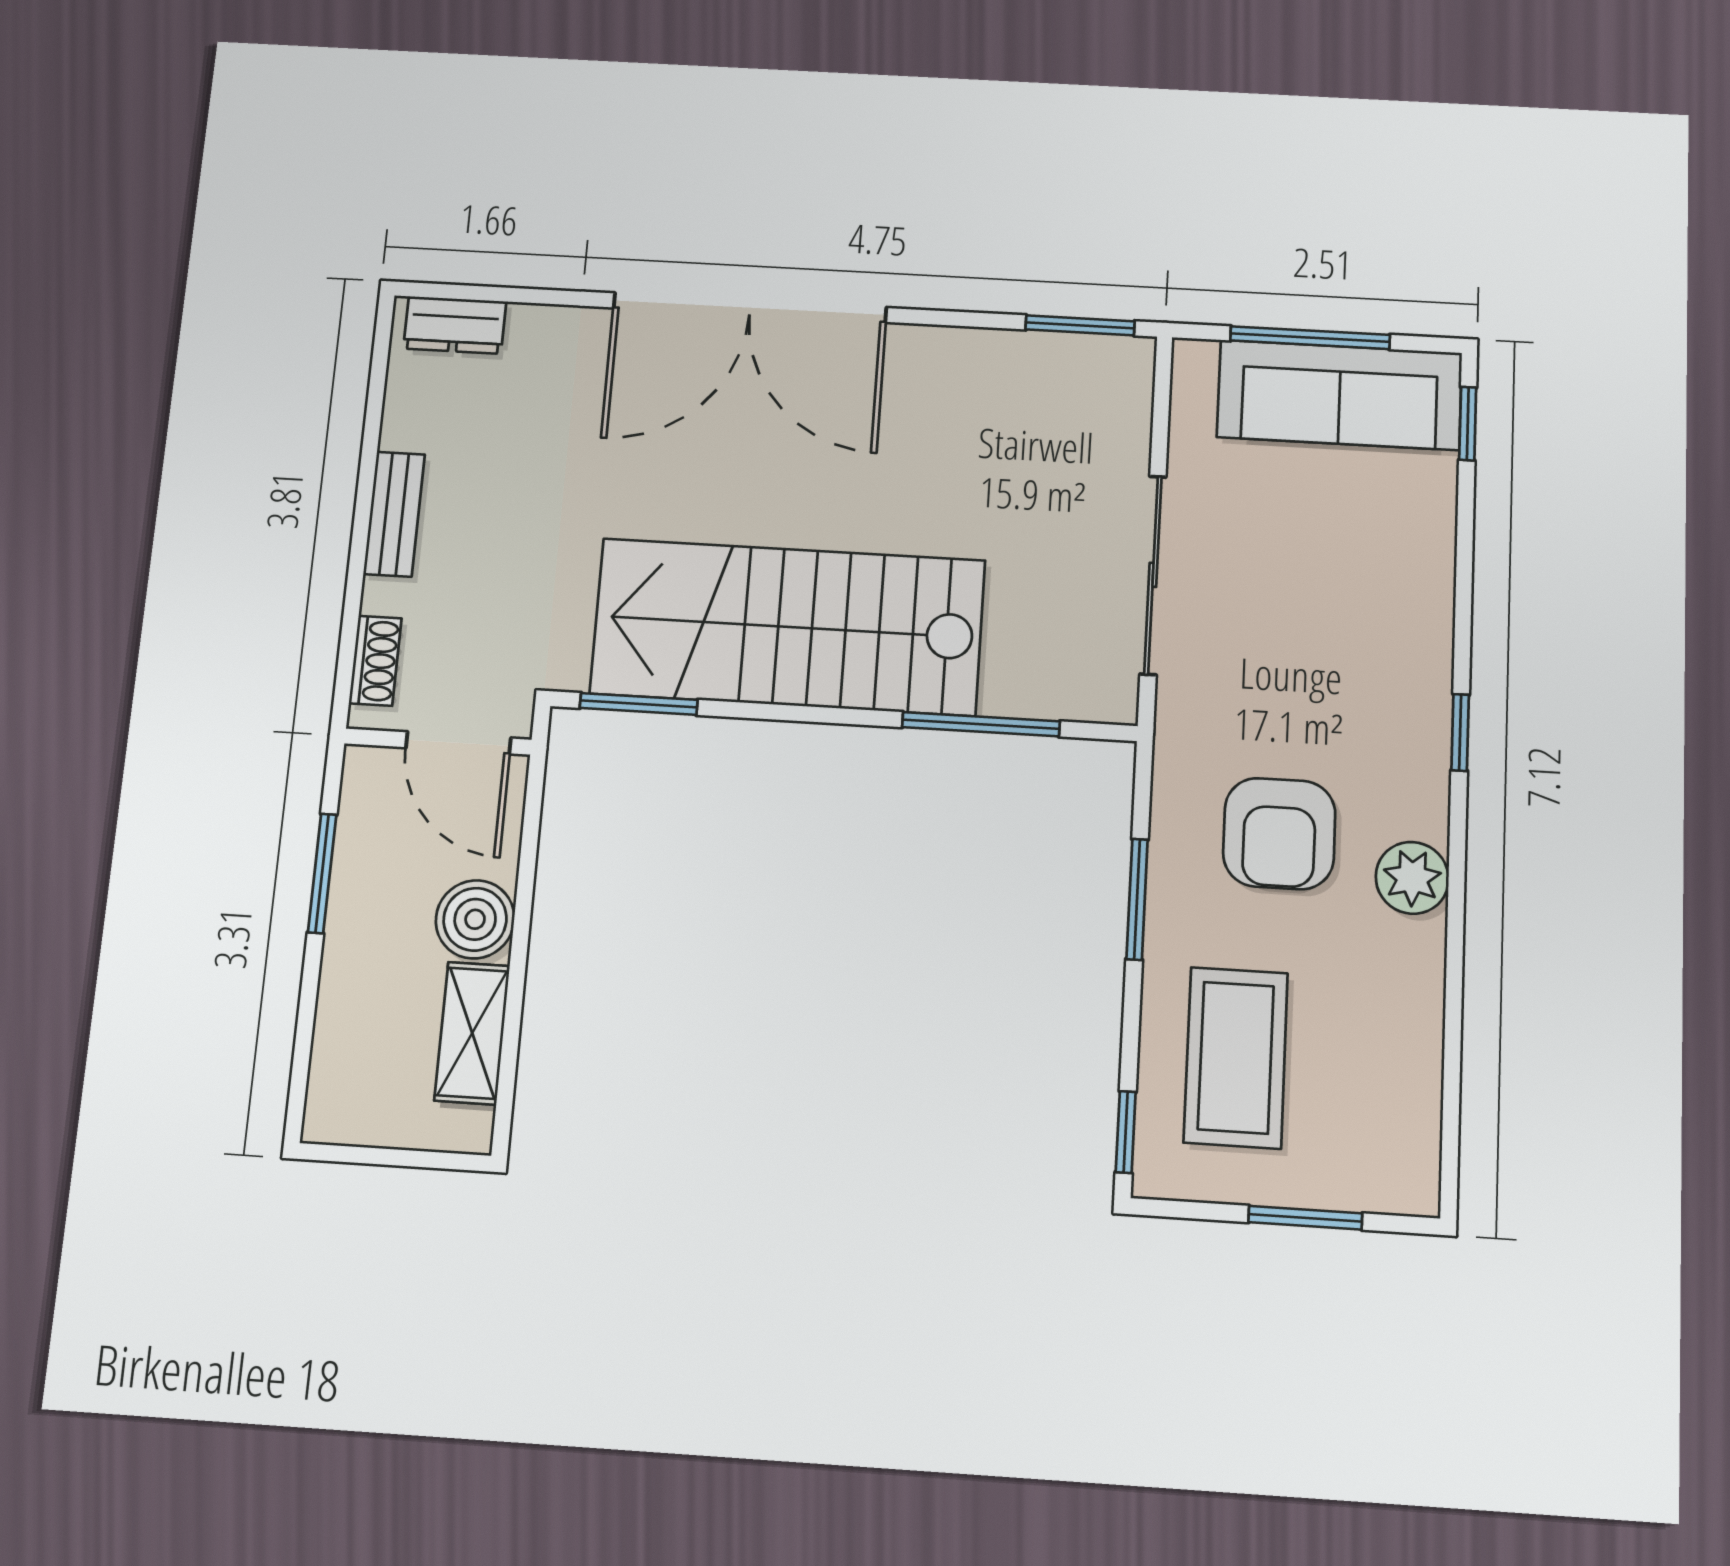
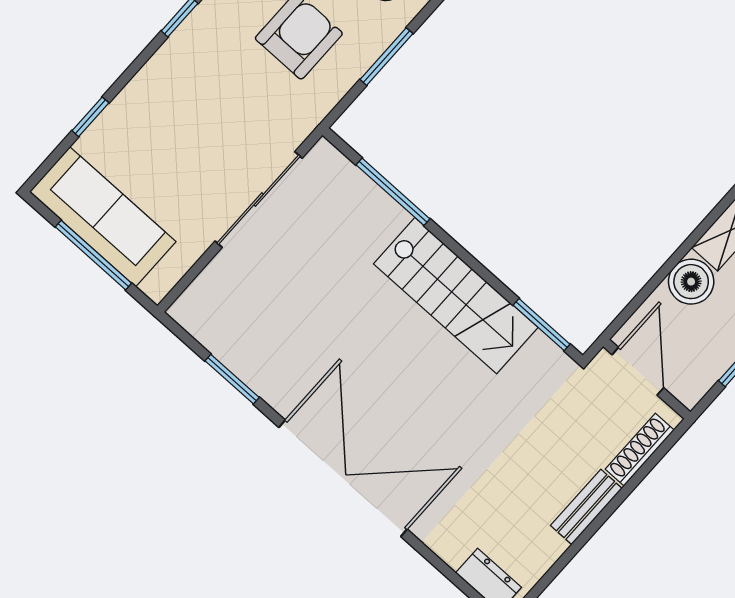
window: (1080, 325) -> (232, 379), moved
window: (1468, 424) -> (90, 117), moved
stairs: (788, 627) -> (456, 296), width x0.73, depth x0.66
shoe rack: (375, 661) -> (640, 450), width x1.43

